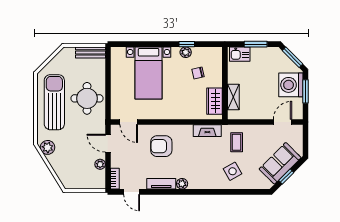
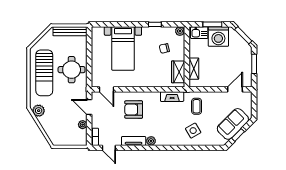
bench: (90, 52) -> (70, 31), width x1.36
plant: (186, 52) -> (180, 31), moved
washing machine: (291, 85) -> (218, 36), moved, turned -90
sun lounger: (54, 102) -> (44, 73), turned 180

